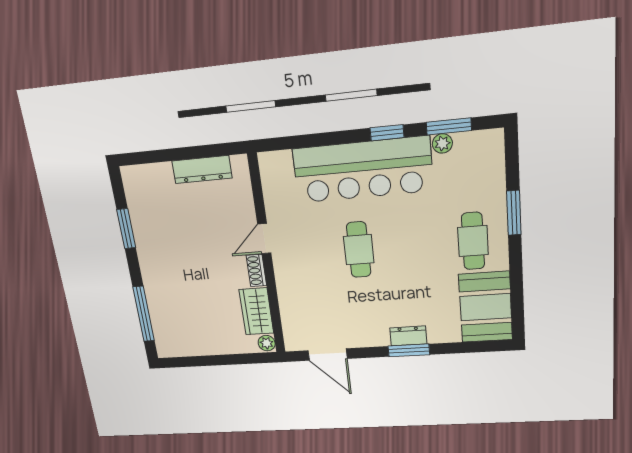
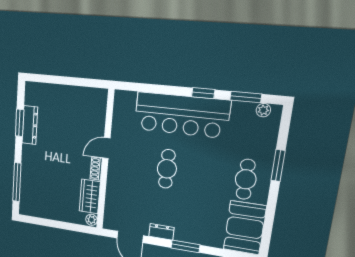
plant: (442, 143) -> (263, 110), moved
dresser: (202, 170) -> (30, 125), moved, turned -90
dresser: (408, 336) -> (161, 232), moved

